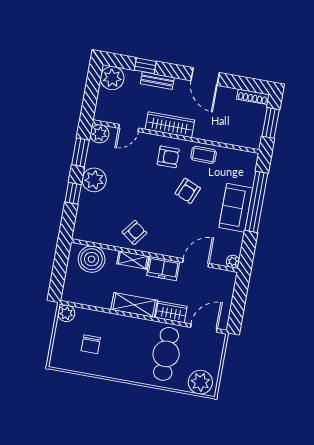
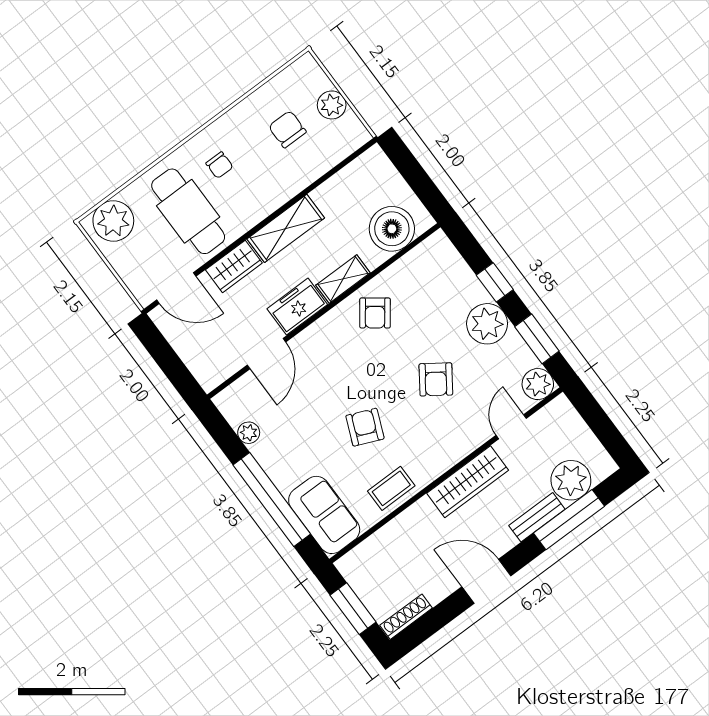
window: (145, 66) -> (569, 520), width x2.17
plant: (112, 78) -> (571, 480), moved
armchair: (168, 157) -> (436, 379), moved, turned -55
sofa: (236, 208) -> (324, 515), moved
plant: (233, 261) -> (249, 433), moved
plant: (66, 313) -> (332, 105), moved
door: (204, 328) -> (176, 288), hinge flipped
chair: (134, 359) -> (219, 165), added

